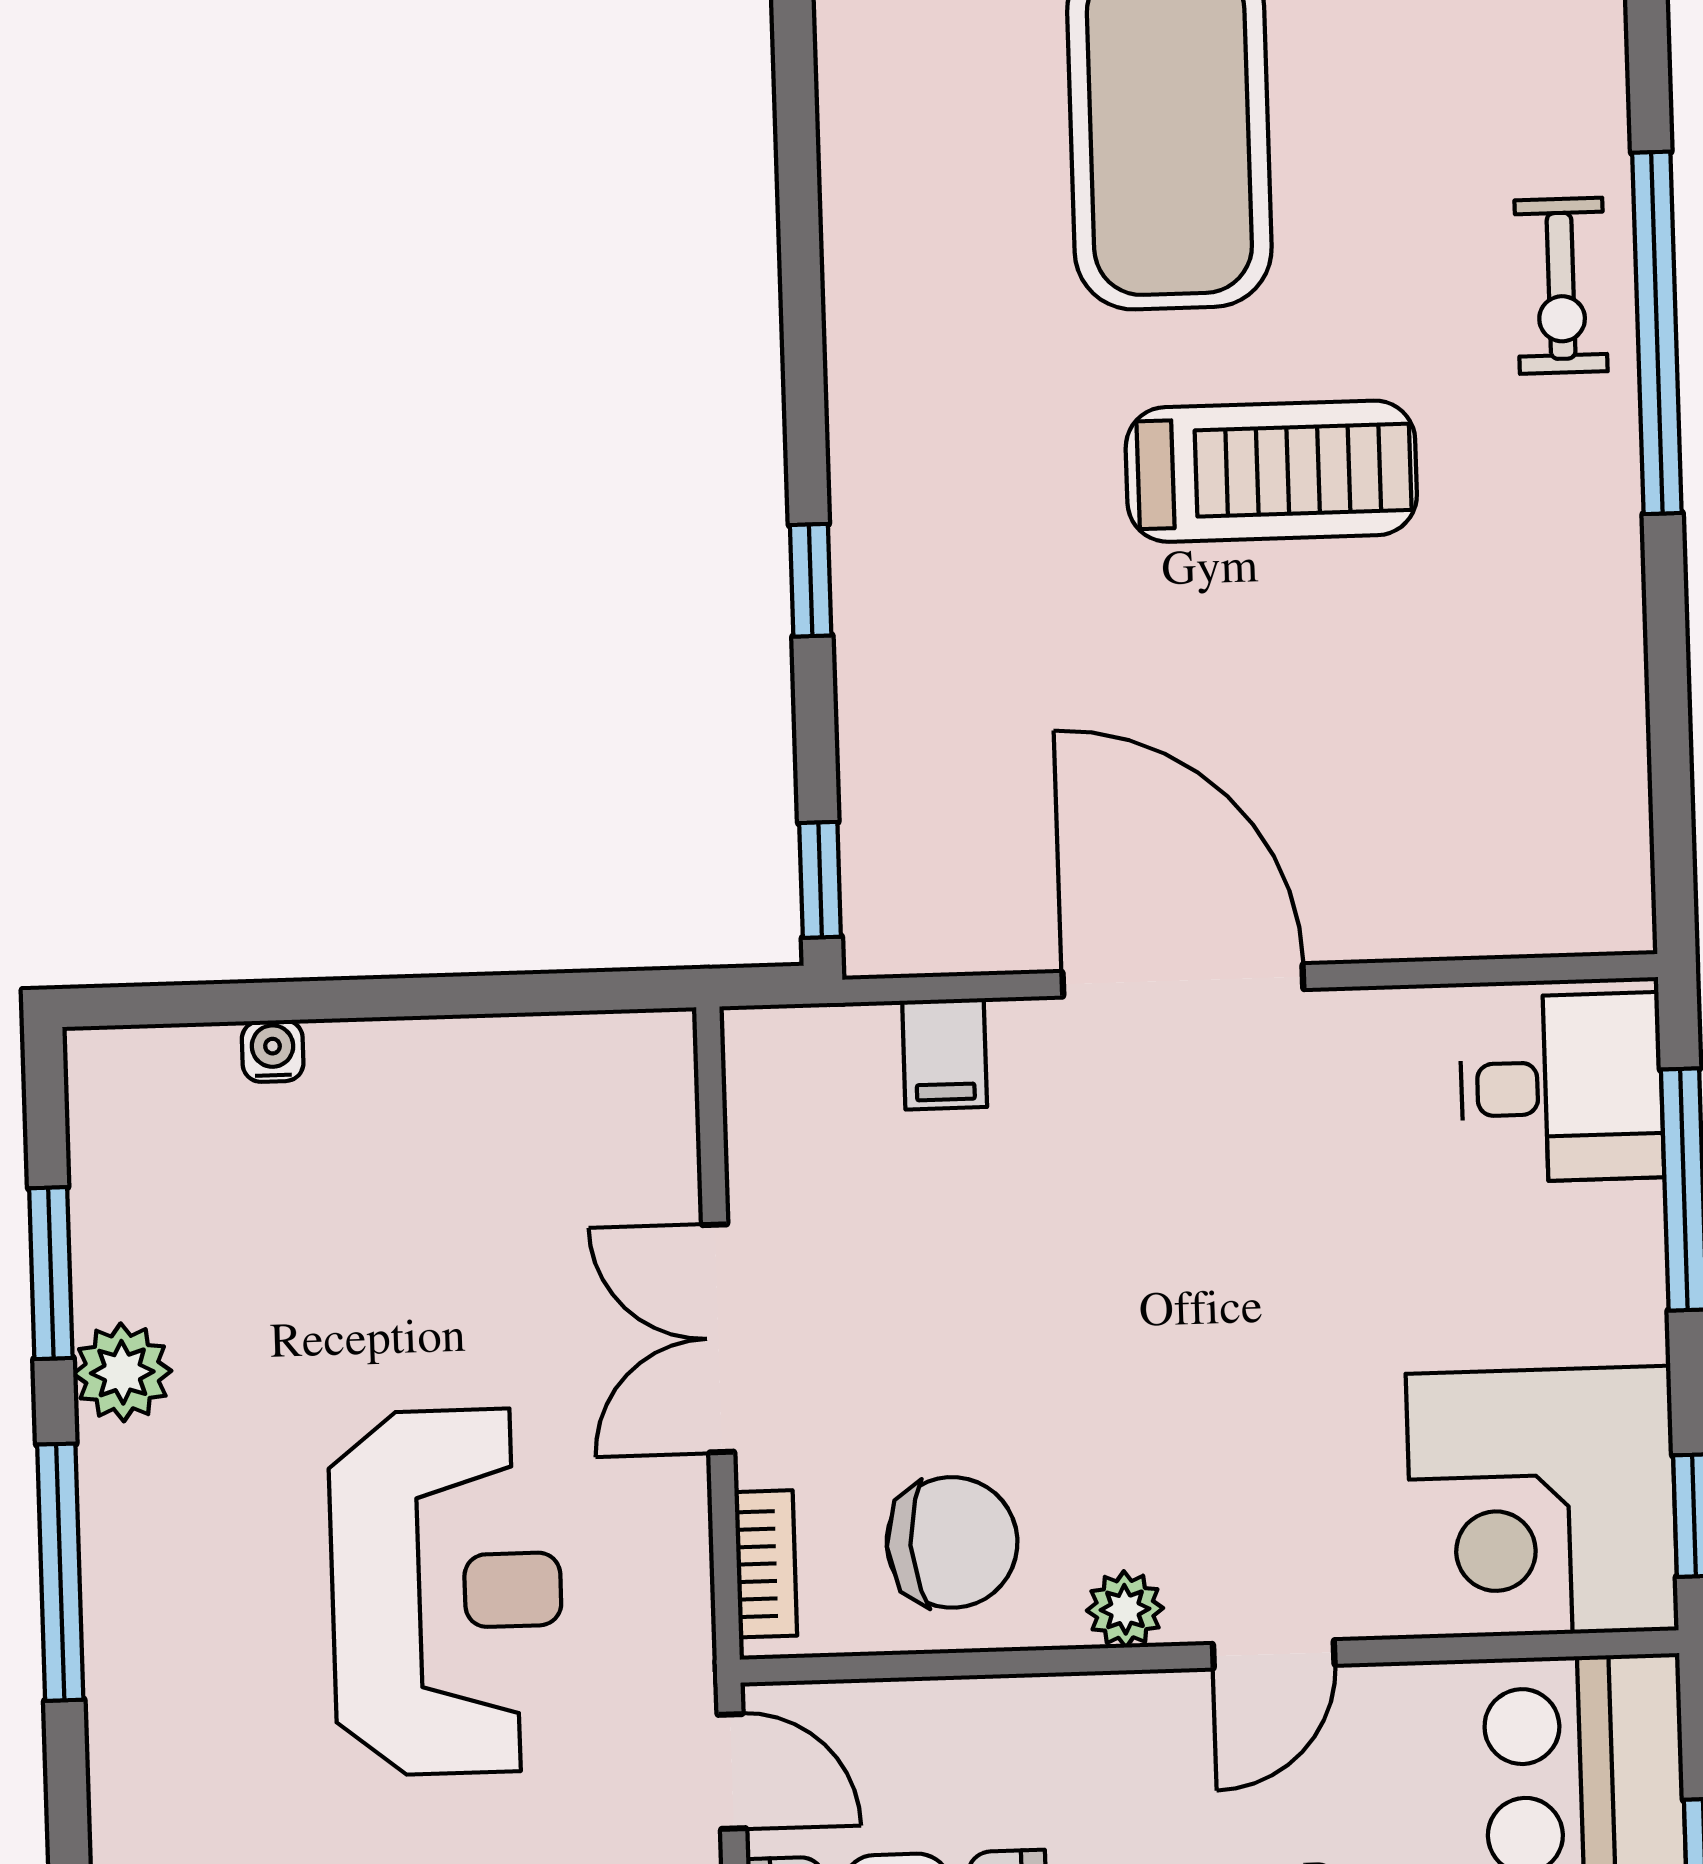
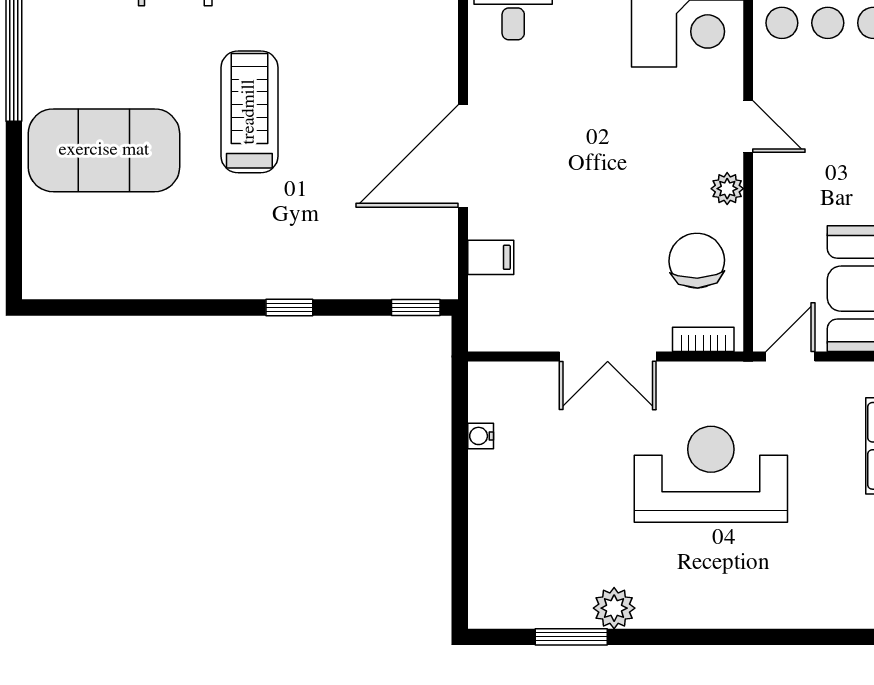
water cooler: (273, 1051) -> (481, 436), moved
window: (60, 1572) -> (697, 637), removed

